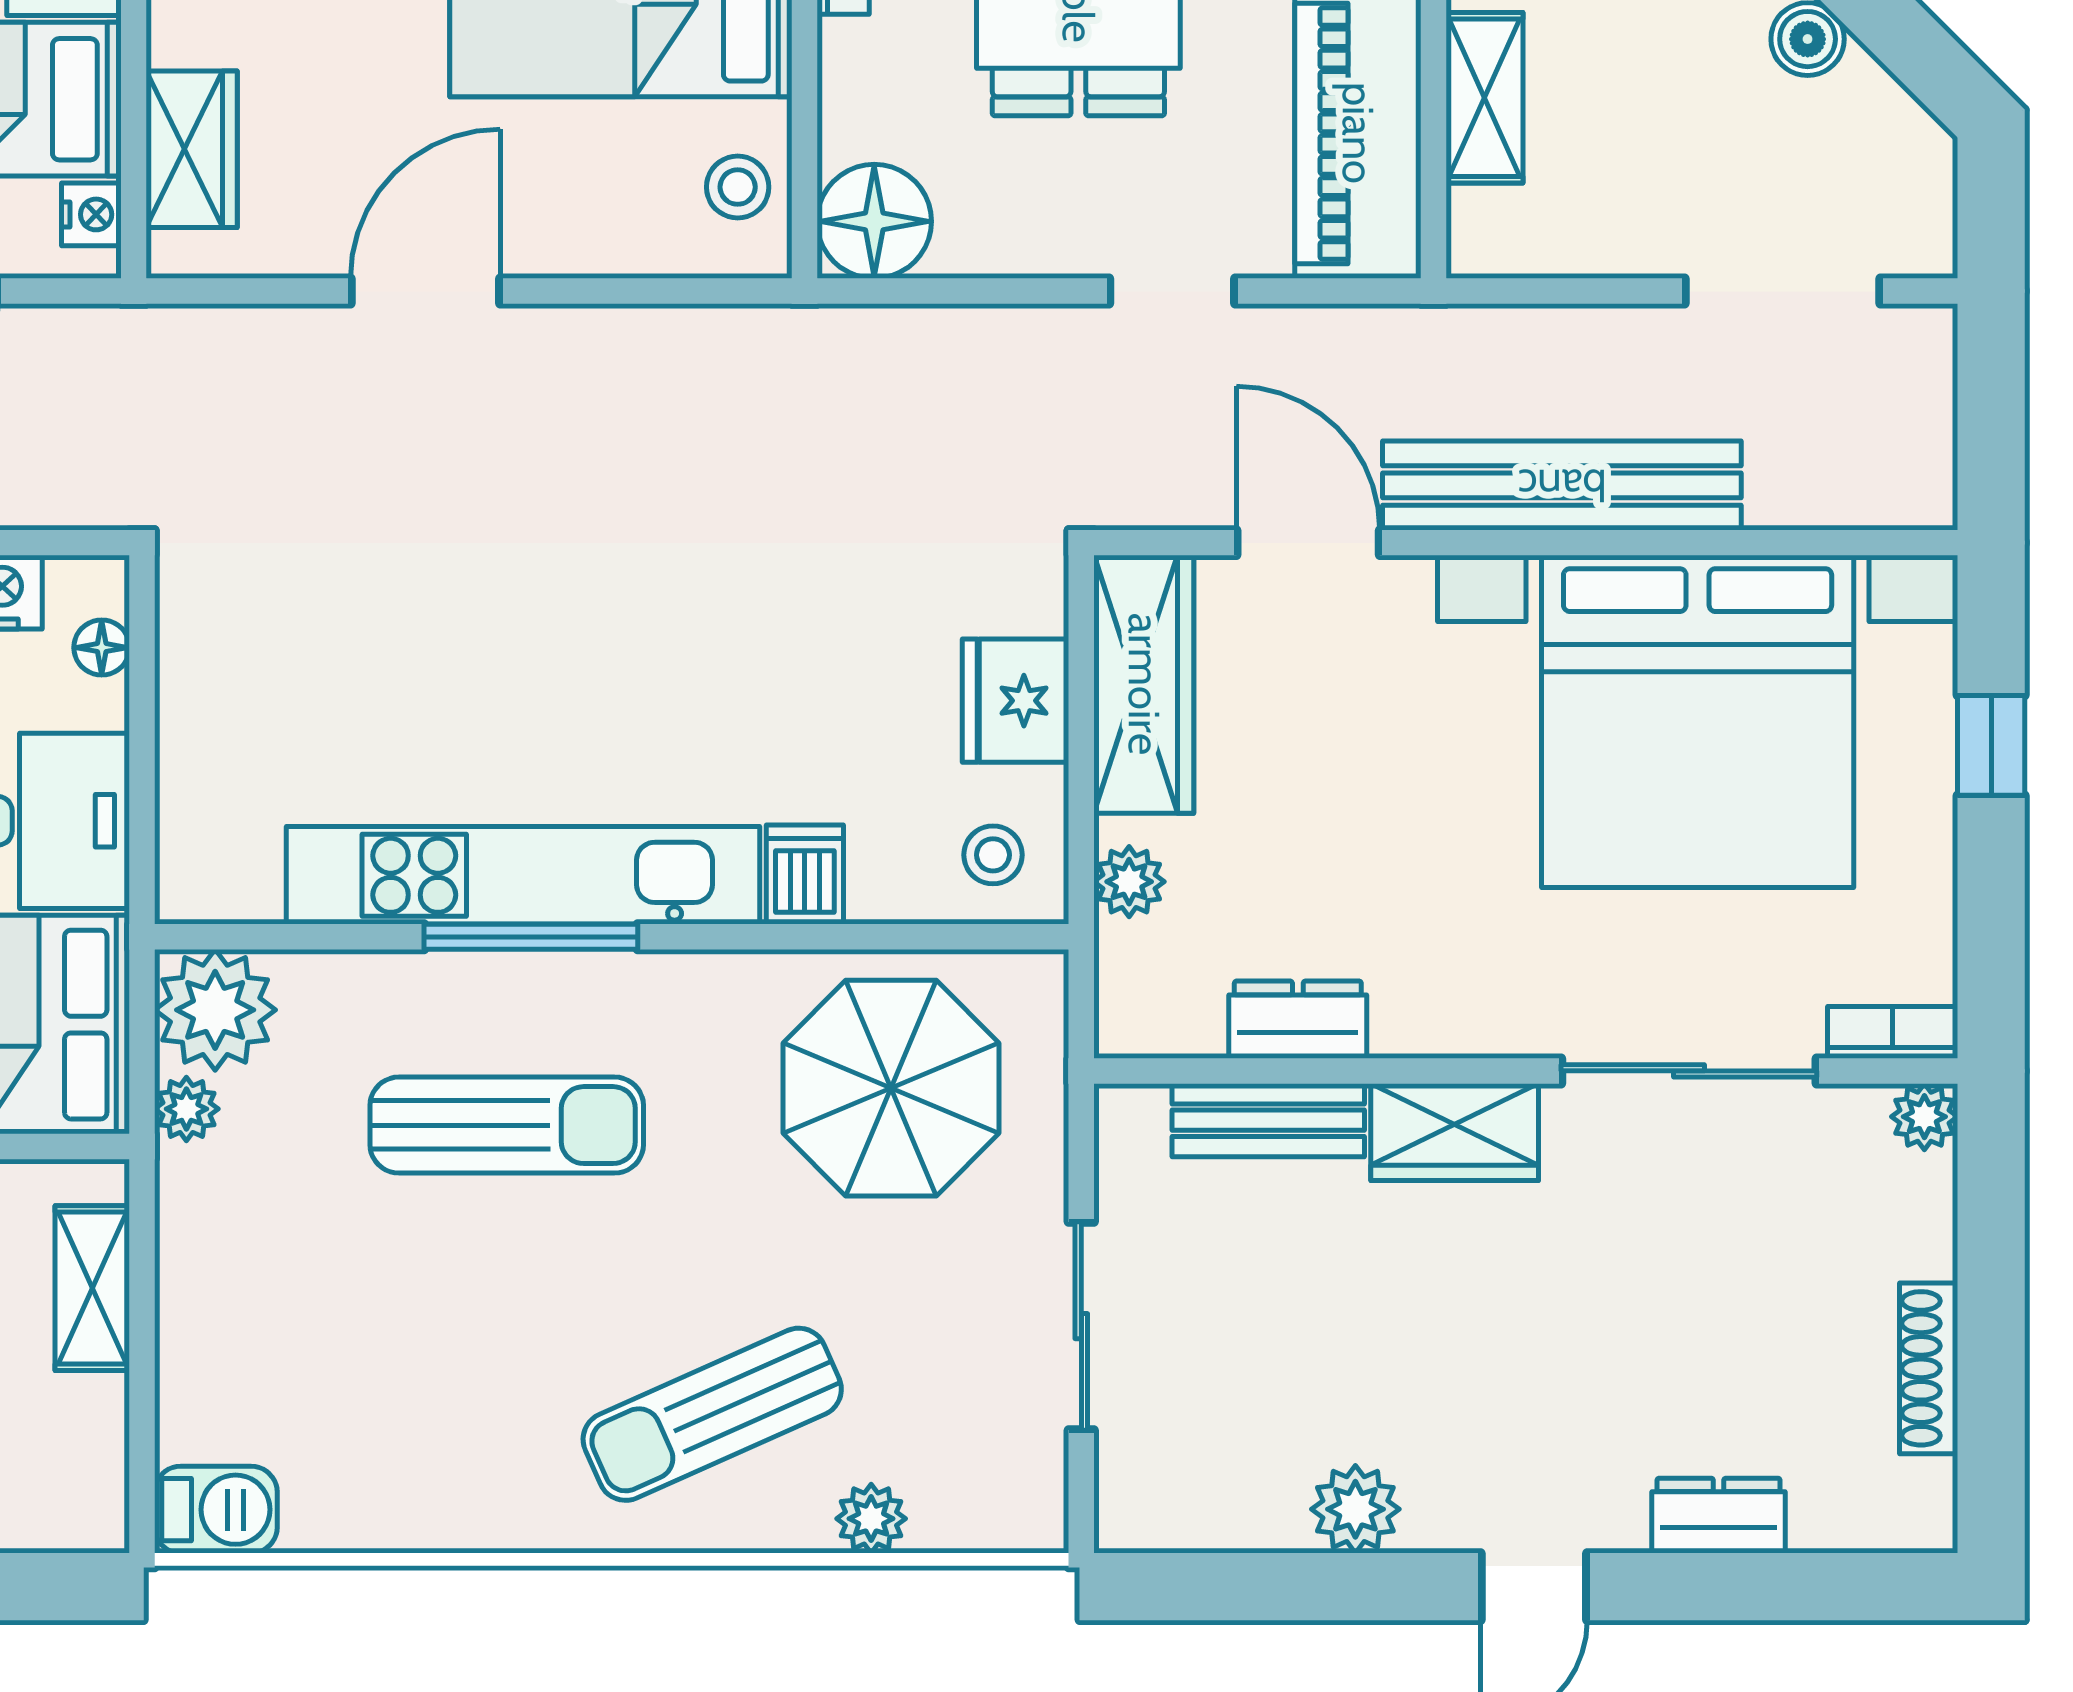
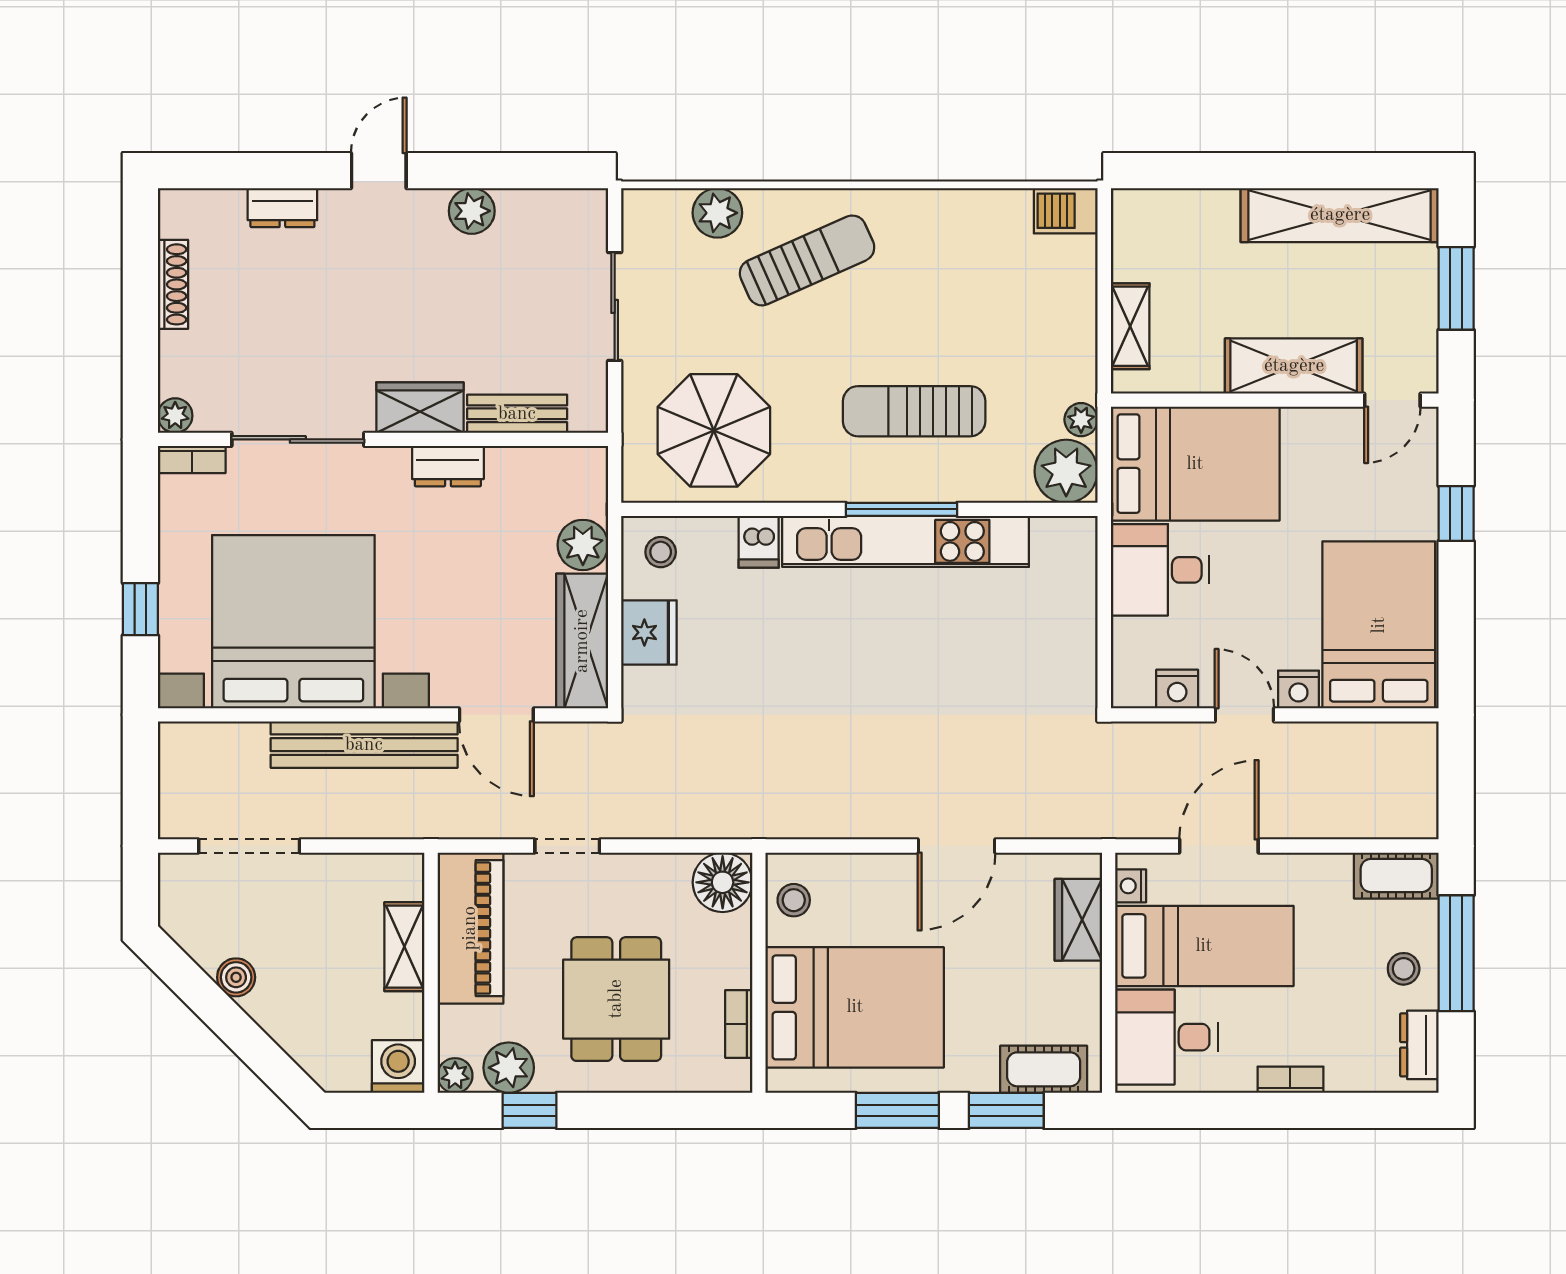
floor lamp: (102, 648) -> (1125, 660), removed
plant: (1129, 882) -> (583, 545), width x1.38, depth x1.38
dresser: (1298, 1020) -> (448, 466), moved
plant: (871, 1519) -> (717, 213), width x1.38, depth x1.38

